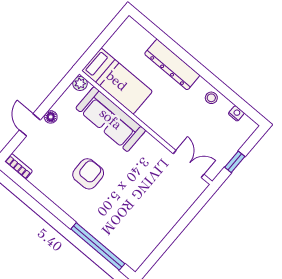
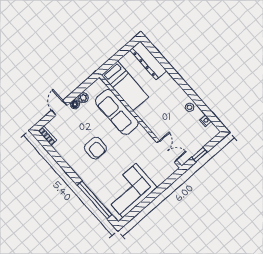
dresser: (172, 65) -> (148, 60), moved
plant: (80, 83) -> (83, 98), moved
armchair: (88, 174) -> (95, 148), turned 91
corner sofa: (144, 226) -> (129, 191), added

